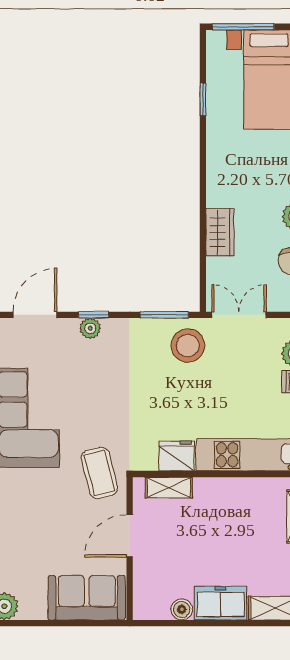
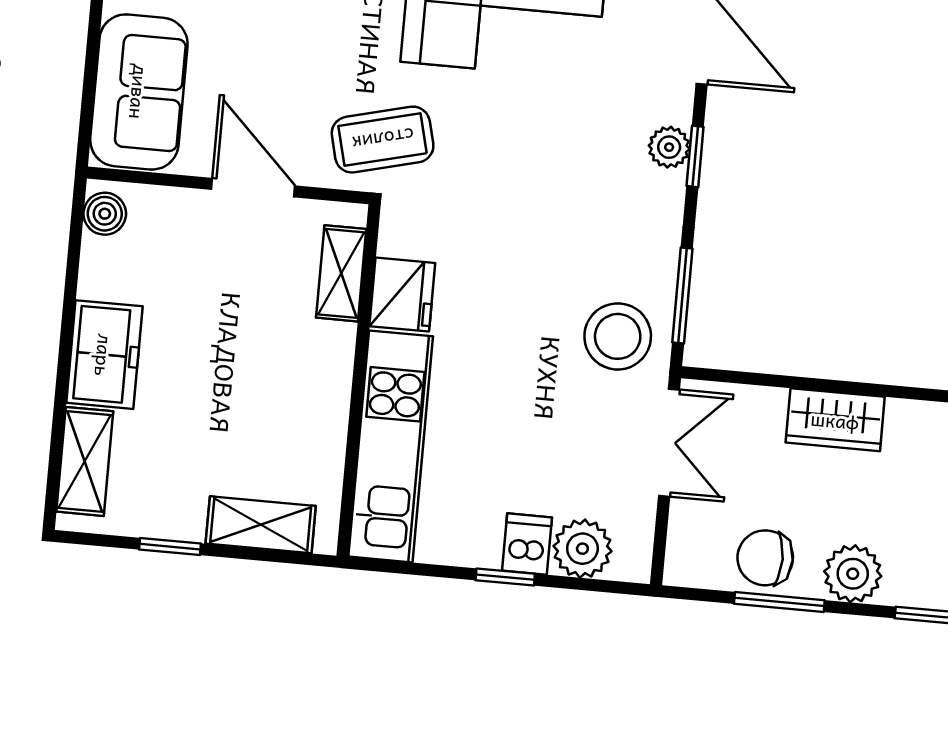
boiler: (182, 609) -> (105, 214), moved

